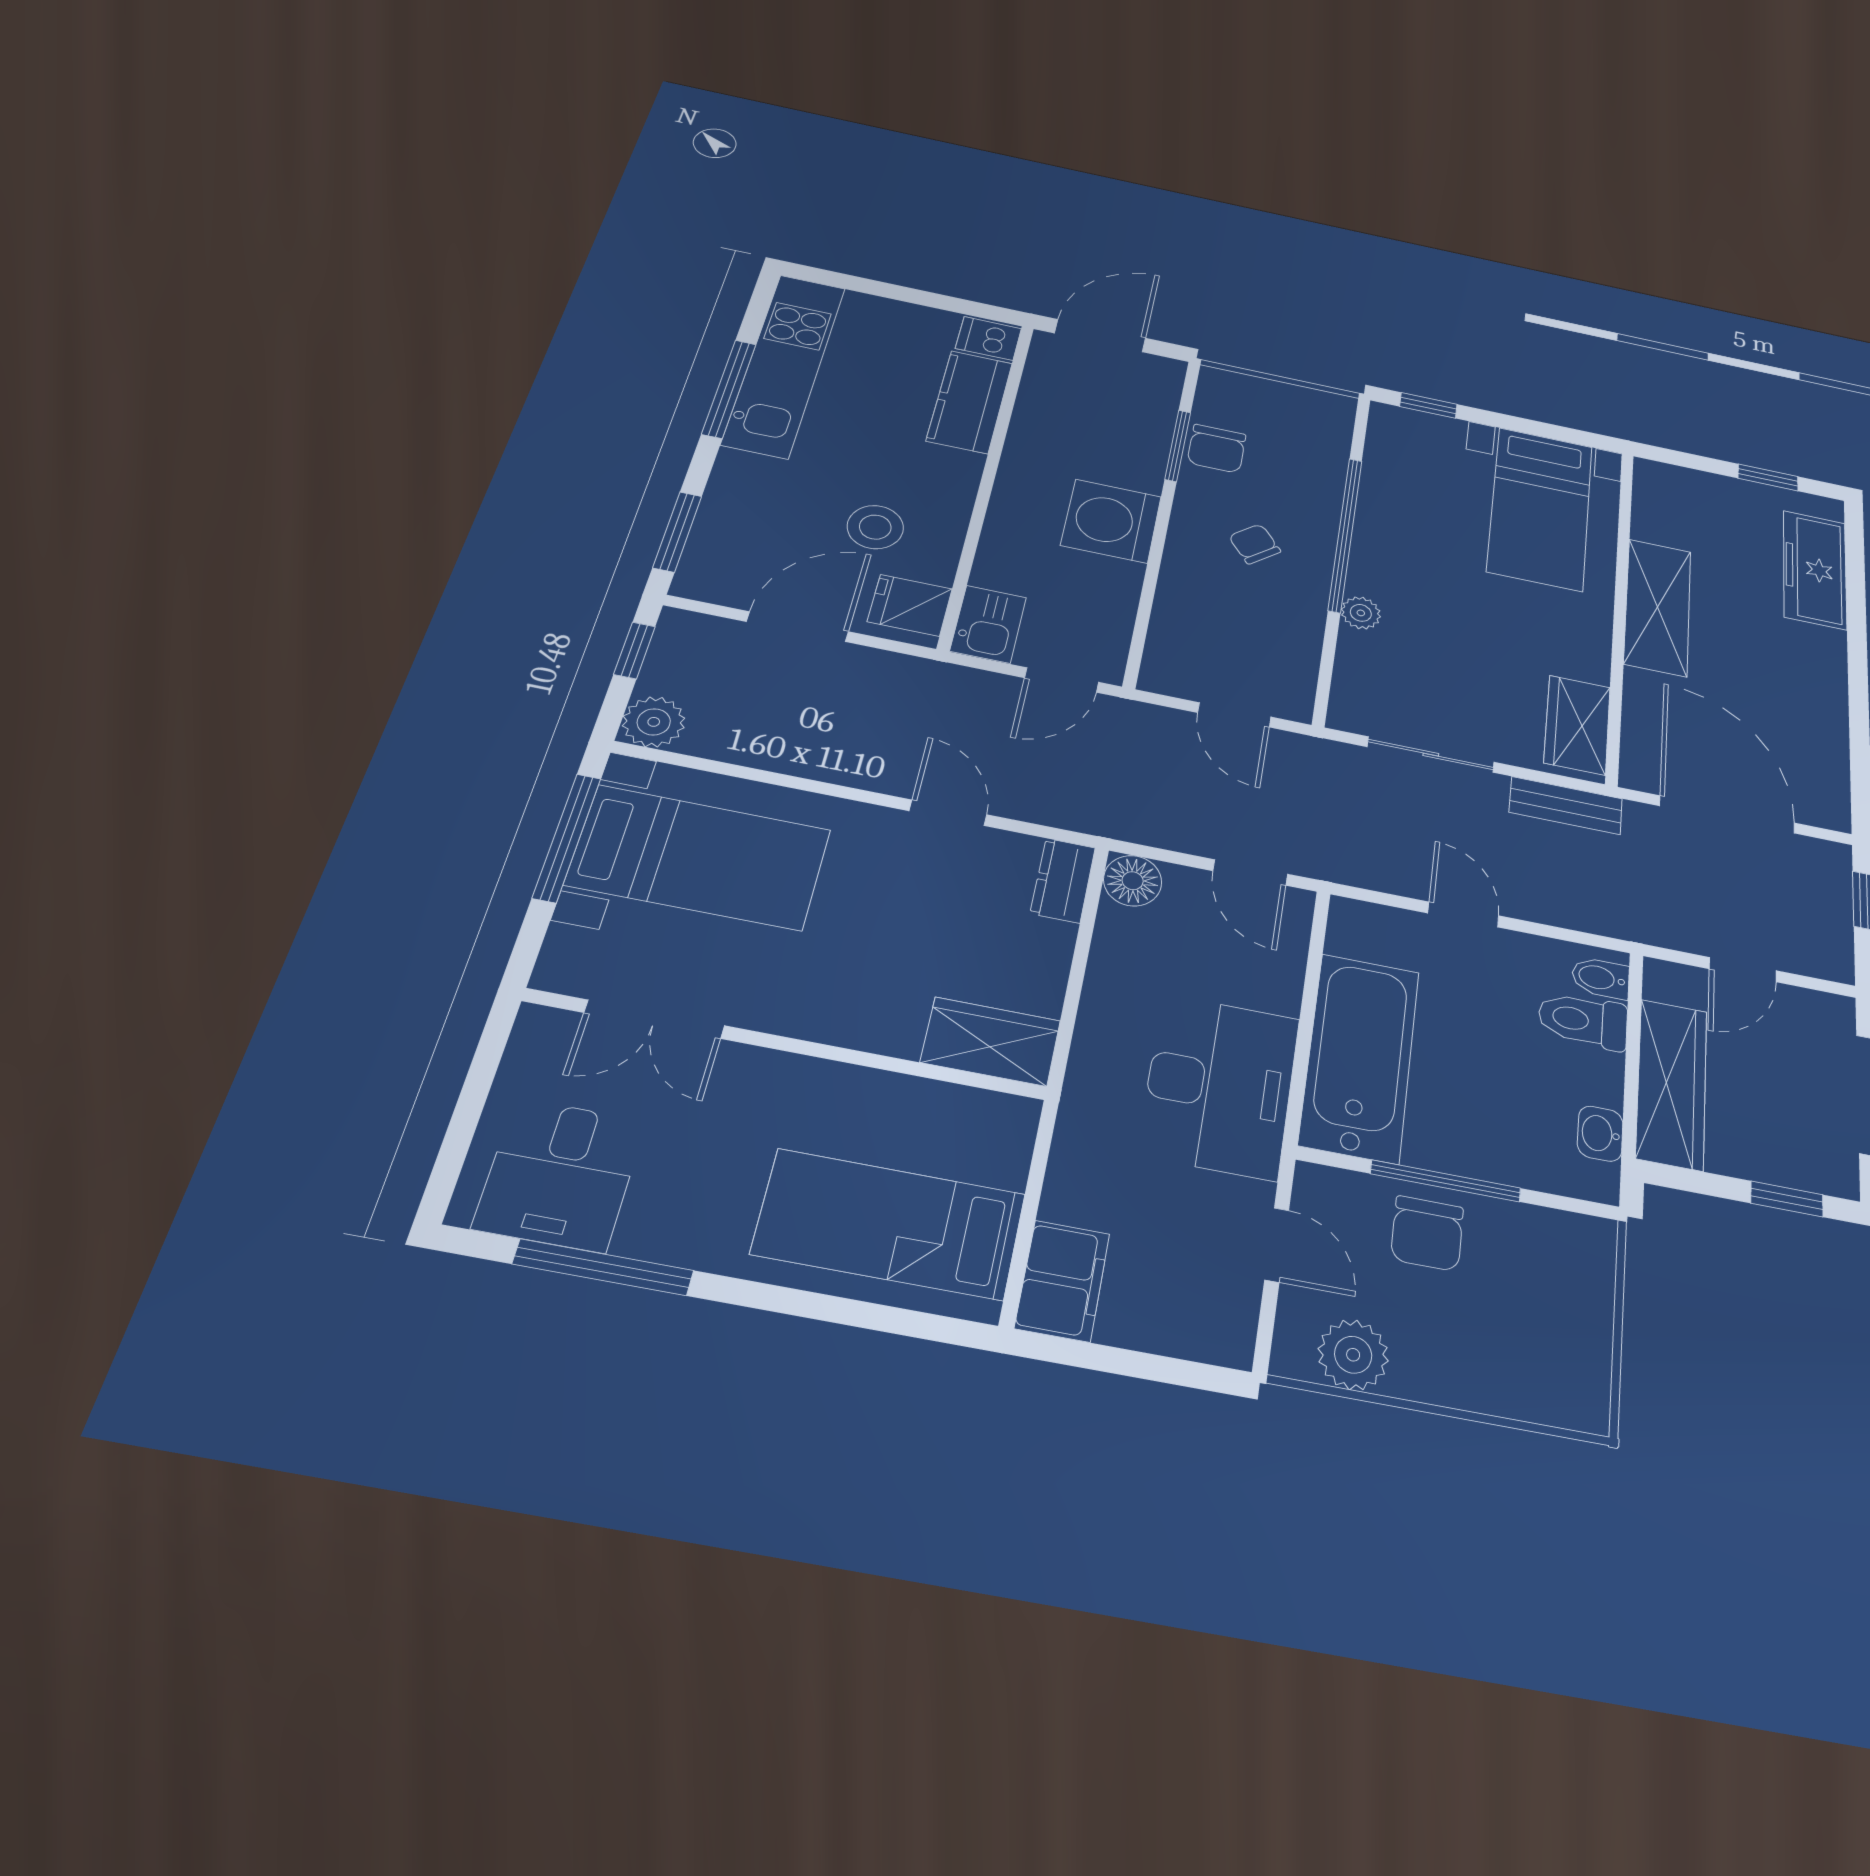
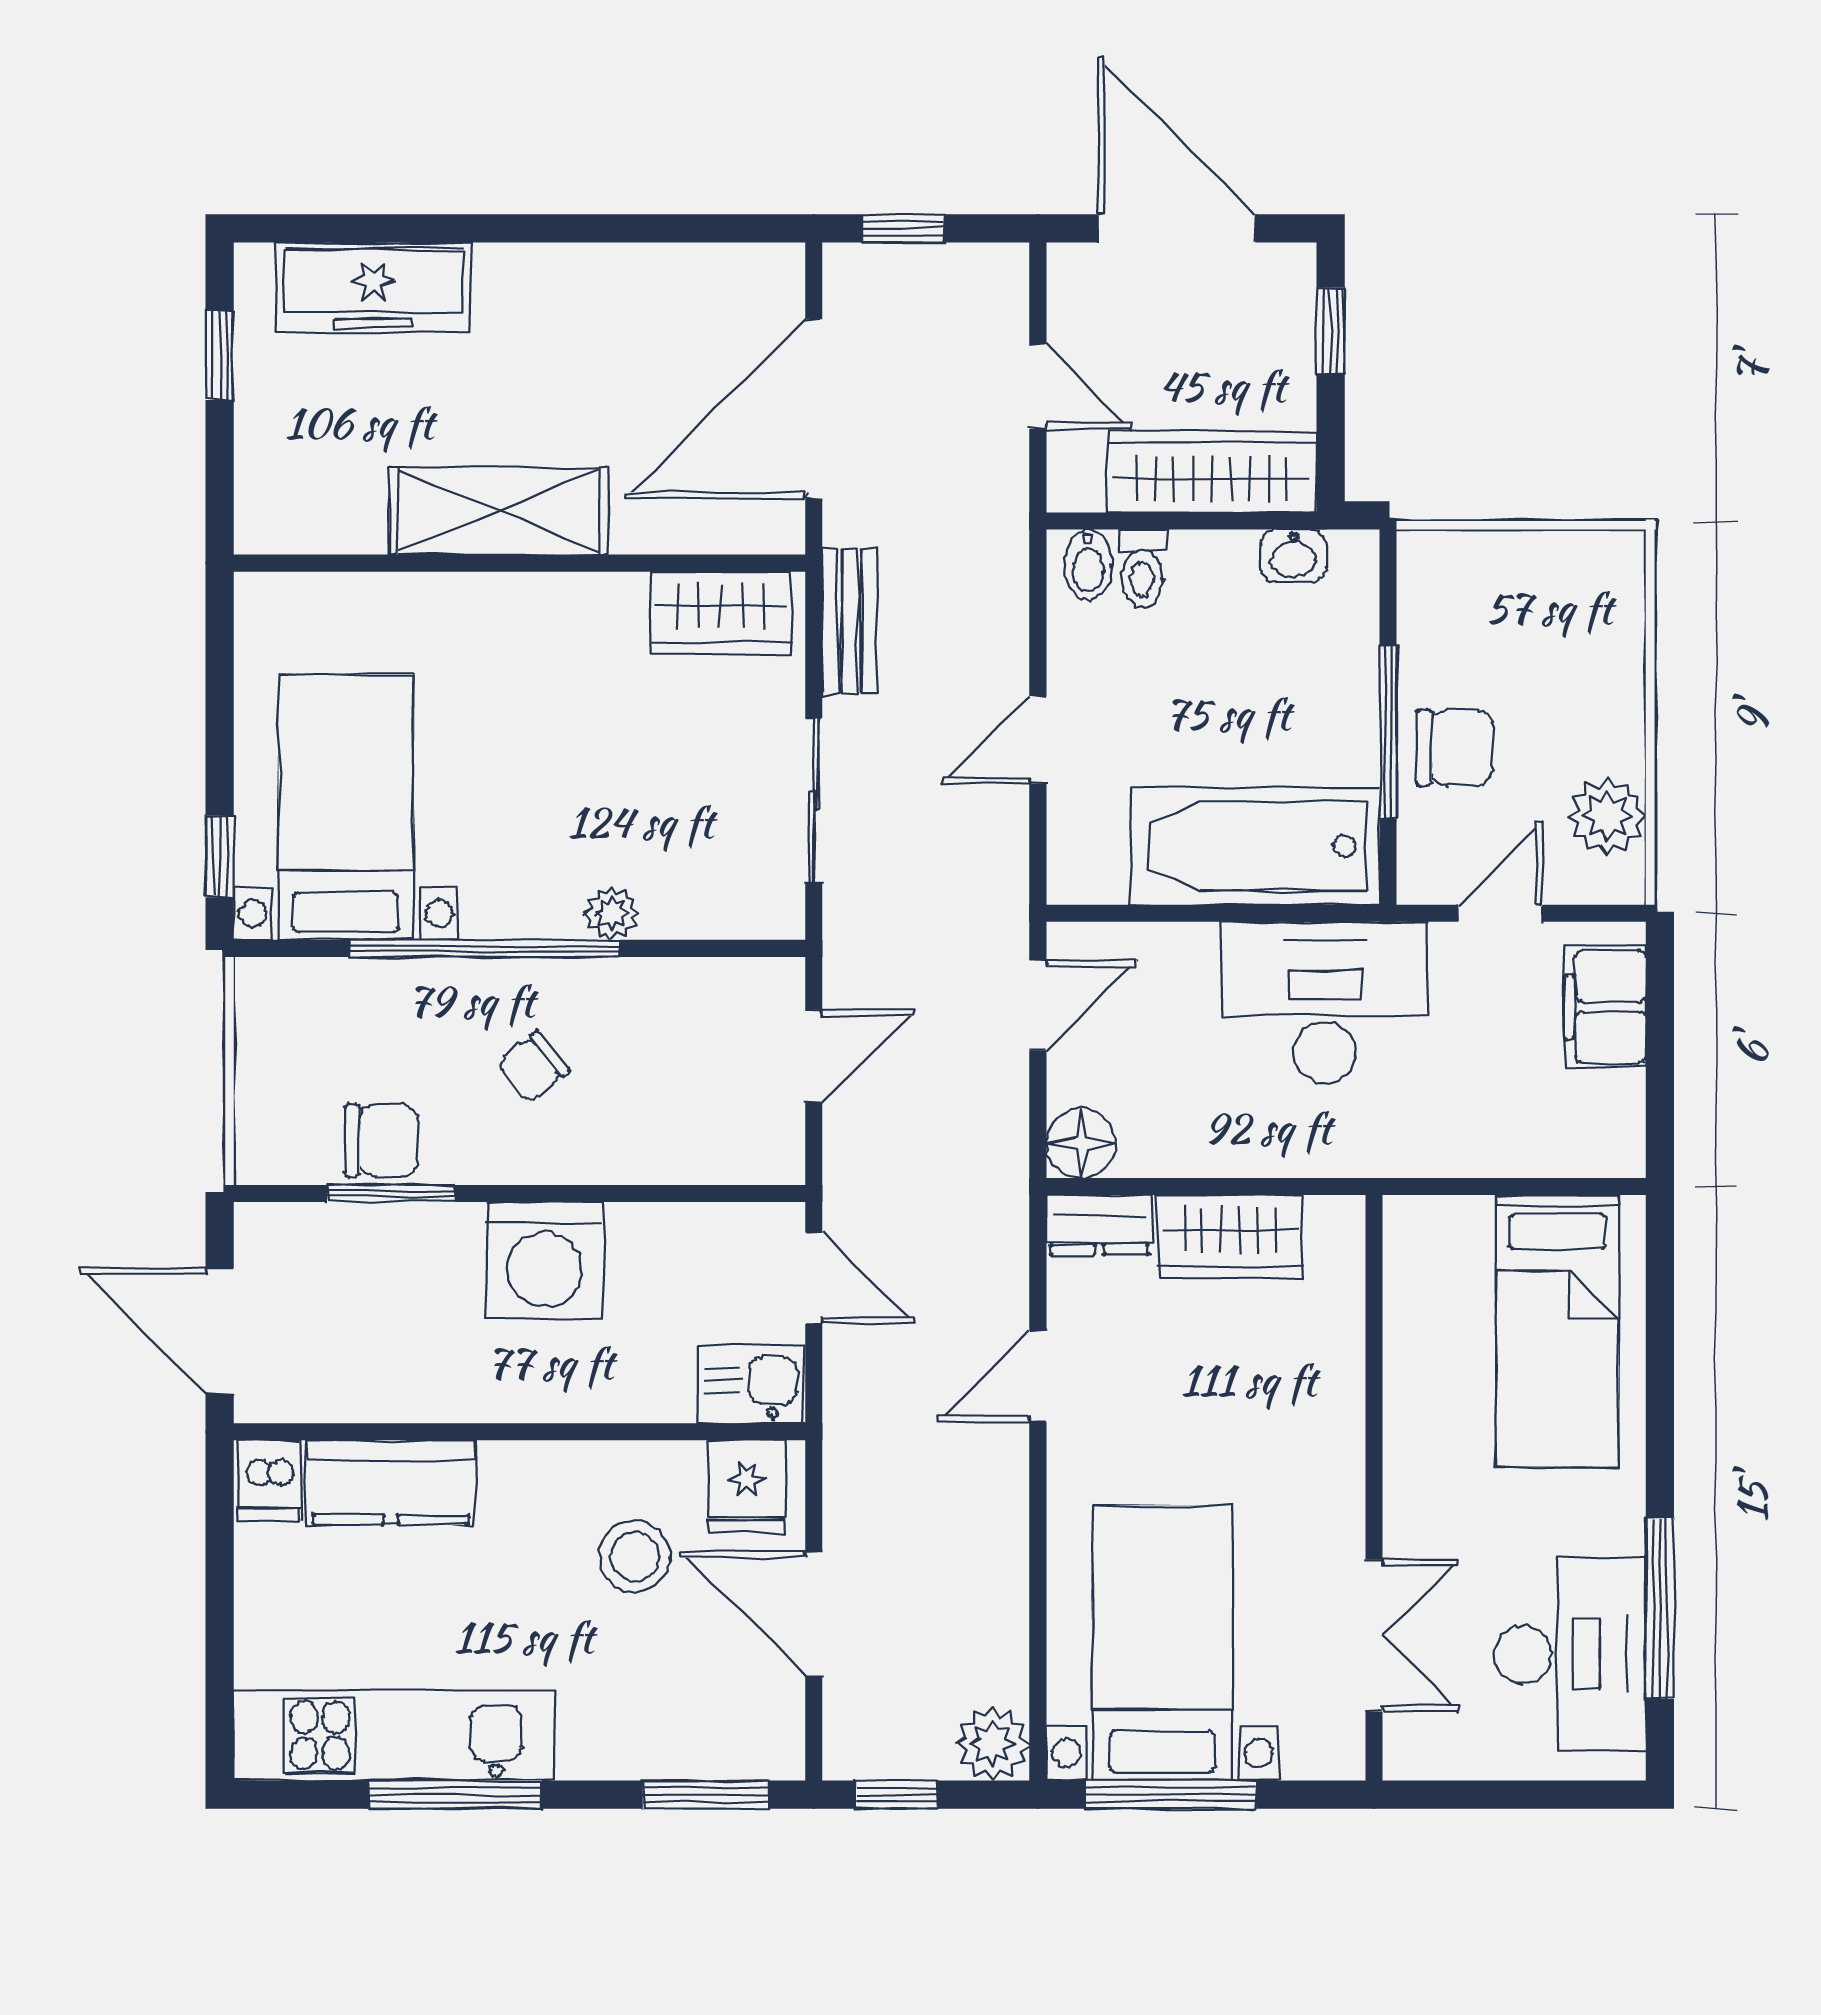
bed with nightstands: (1540, 508) -> (346, 807), moved, turned -90
toilet: (1583, 1021) -> (1142, 568), width x0.73, depth x0.72
wardrobe: (991, 1041) -> (1230, 1237), moved, turned -90
desk: (560, 1174) -> (1570, 1654), width x1.37
filing cabinet: (1062, 1281) -> (1605, 1007), moved, turned -90

